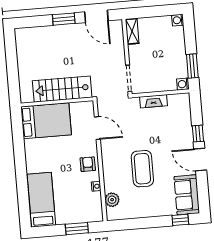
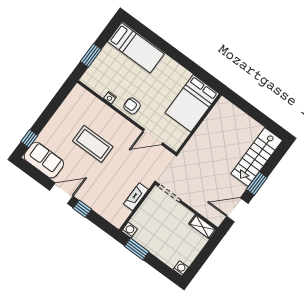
stairs: (62, 89) -> (257, 157), moved, turned 180
armchair: (88, 164) -> (132, 106), turned 180
plant: (112, 200) -> (89, 101), removed

